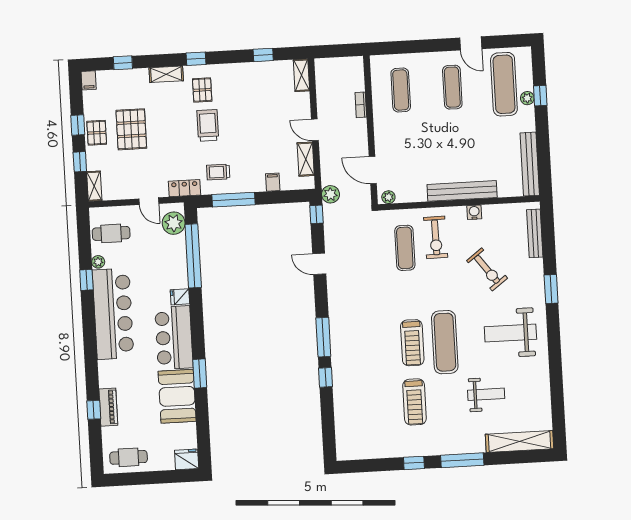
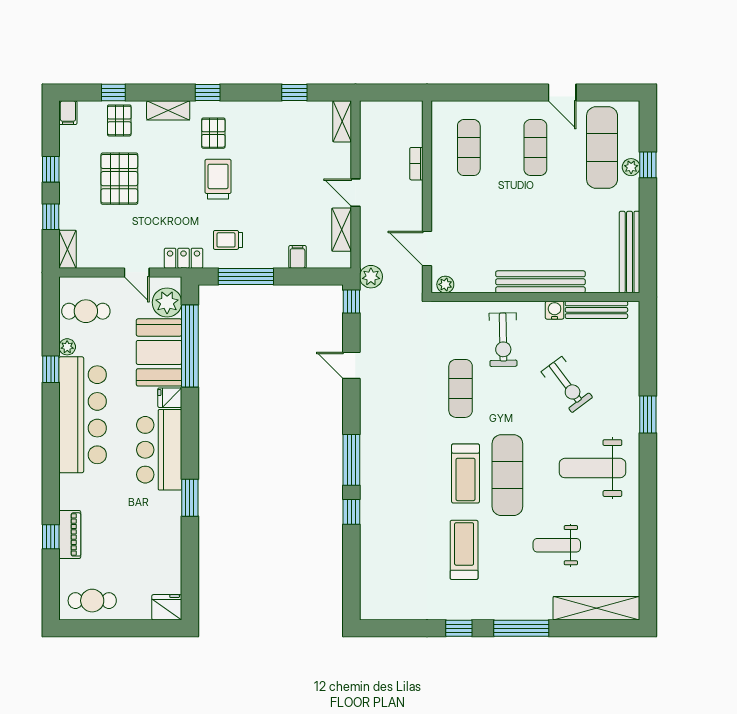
pallet: (97, 133) -> (119, 120), moved
bench: (535, 233) -> (596, 310), moved, turned 90
exercise mat: (405, 248) -> (461, 388), moved
weight bench: (486, 394) -> (557, 545), turned 180
booth: (177, 396) -> (159, 352), moved
treadmill: (415, 402) -> (464, 550), turned 180

